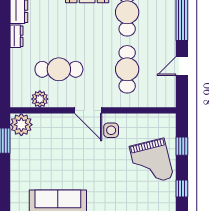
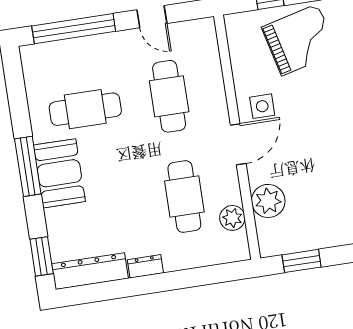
cafe table: (127, 69) -> (169, 96), turned 90
plant: (21, 125) -> (268, 201), moved

